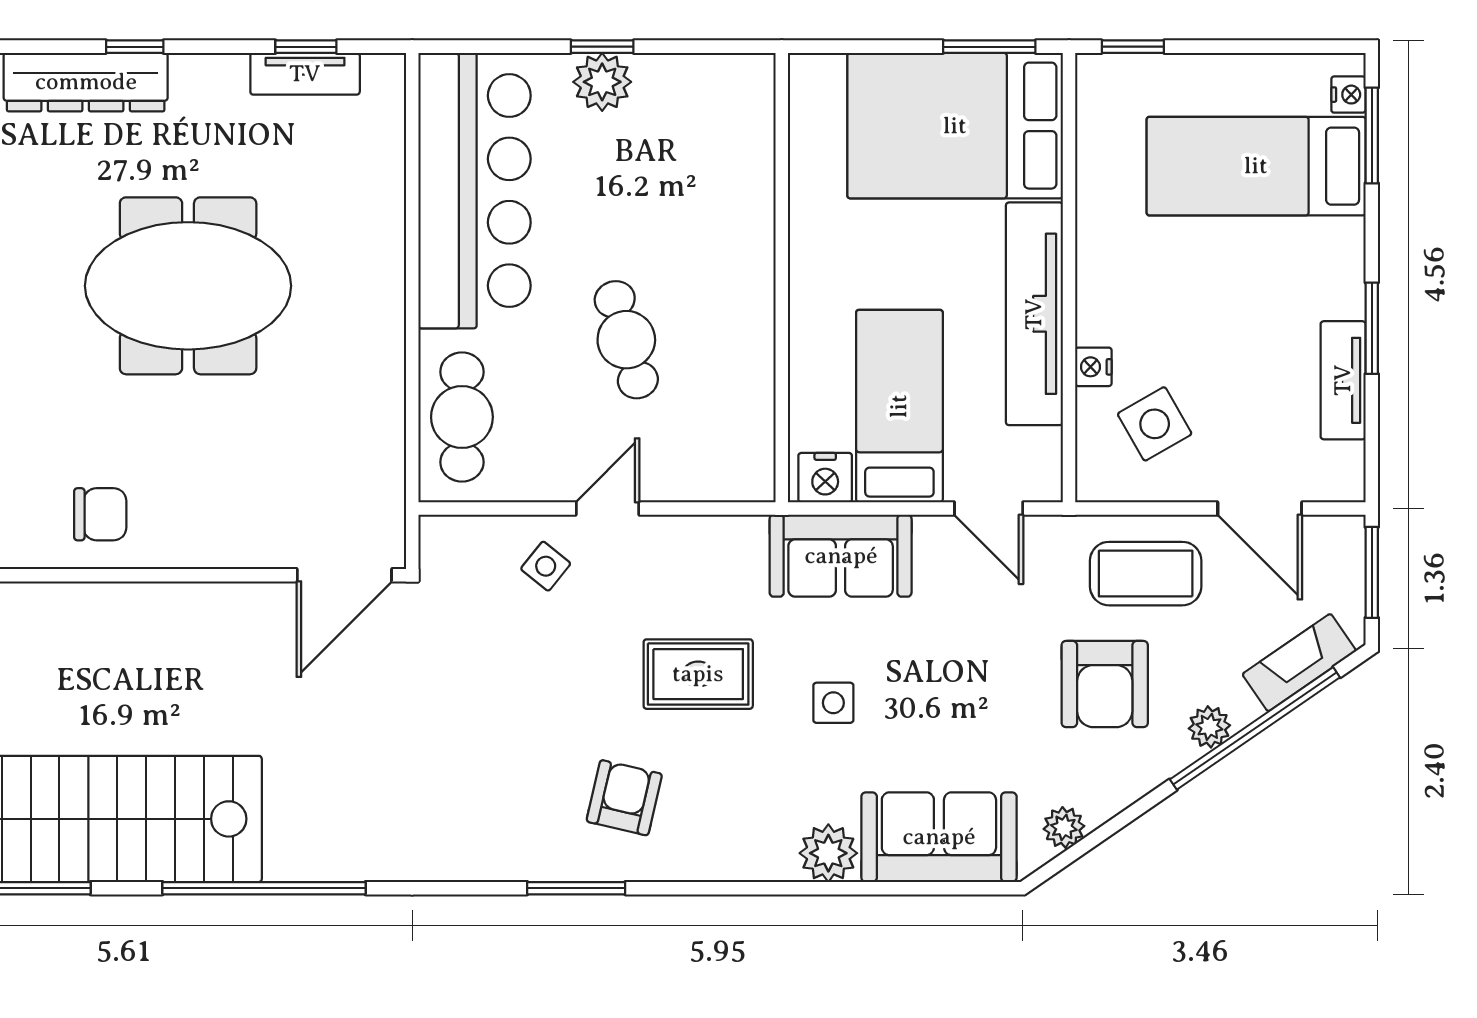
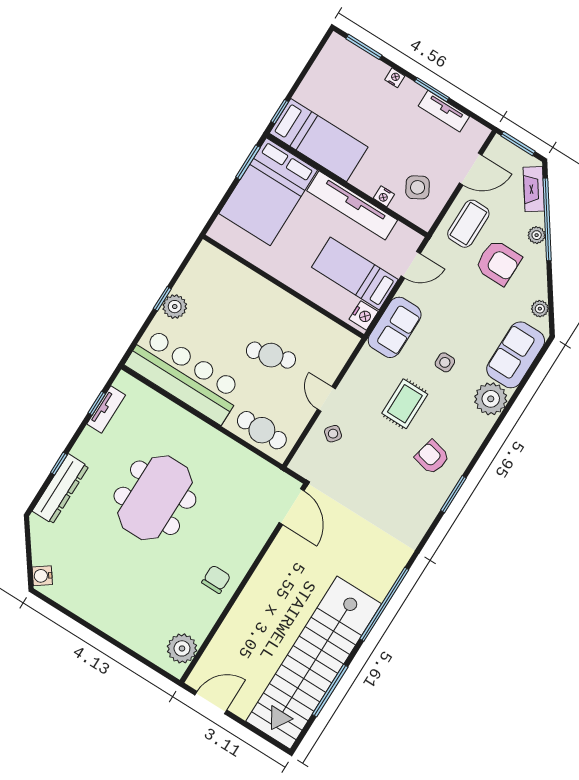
nightstand: (1348, 95) -> (395, 78), moved
bed: (1256, 166) -> (319, 140), moved, turned -90
plant: (828, 853) -> (491, 399), width x1.36, depth x1.36

